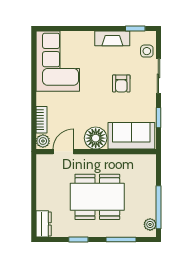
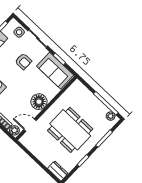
sofa: (131, 136) -> (55, 71), moved, turned -90
door: (63, 152) -> (30, 125), hinge flipped
dining table: (97, 197) -> (70, 130), turned 90

